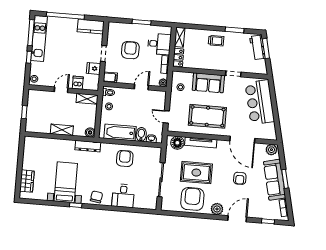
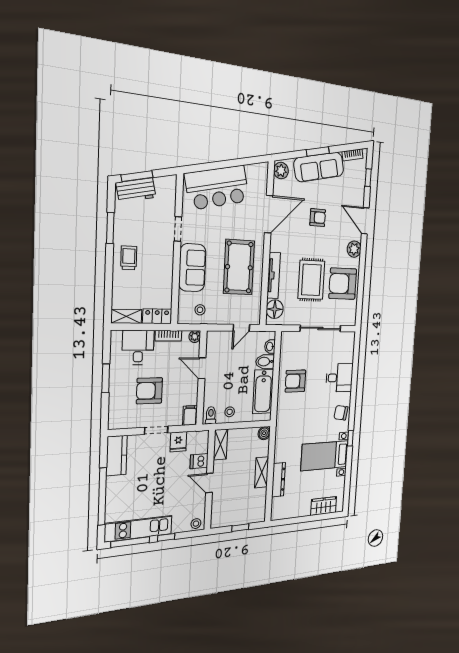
dresser: (88, 146) -> (279, 480), moved

